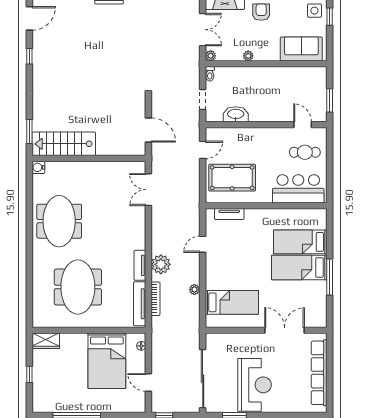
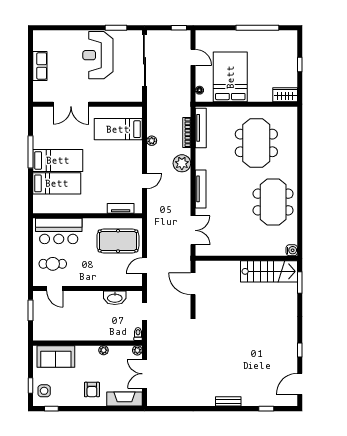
tv unit: (140, 265) -> (201, 189), moved, width x1.41
row of seats: (319, 373) -> (40, 66), width x0.50

